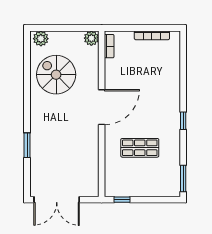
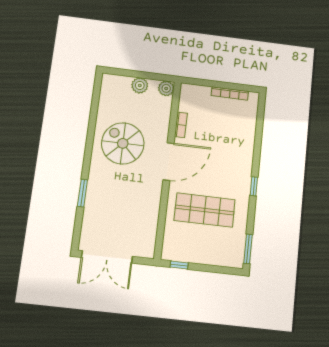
plant: (41, 39) -> (140, 85), moved
bookcase: (109, 46) -> (181, 125), moved
spiral stairs: (56, 75) -> (123, 143), moved
shop shelf: (140, 148) -> (205, 210), width x1.43, depth x1.36

